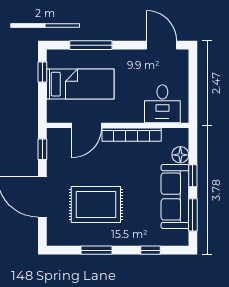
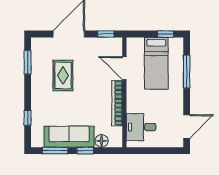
rug: (96, 205) -> (63, 75), width x0.73, depth x0.70
window: (96, 250) -> (28, 62), moved

